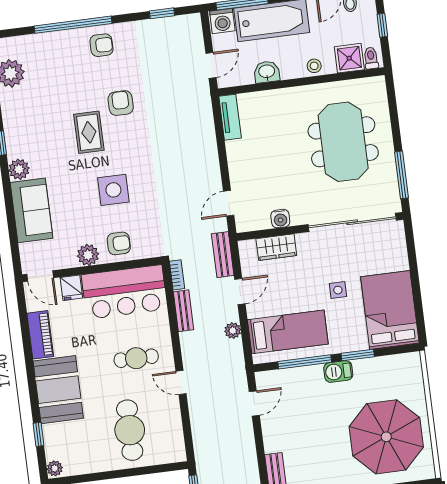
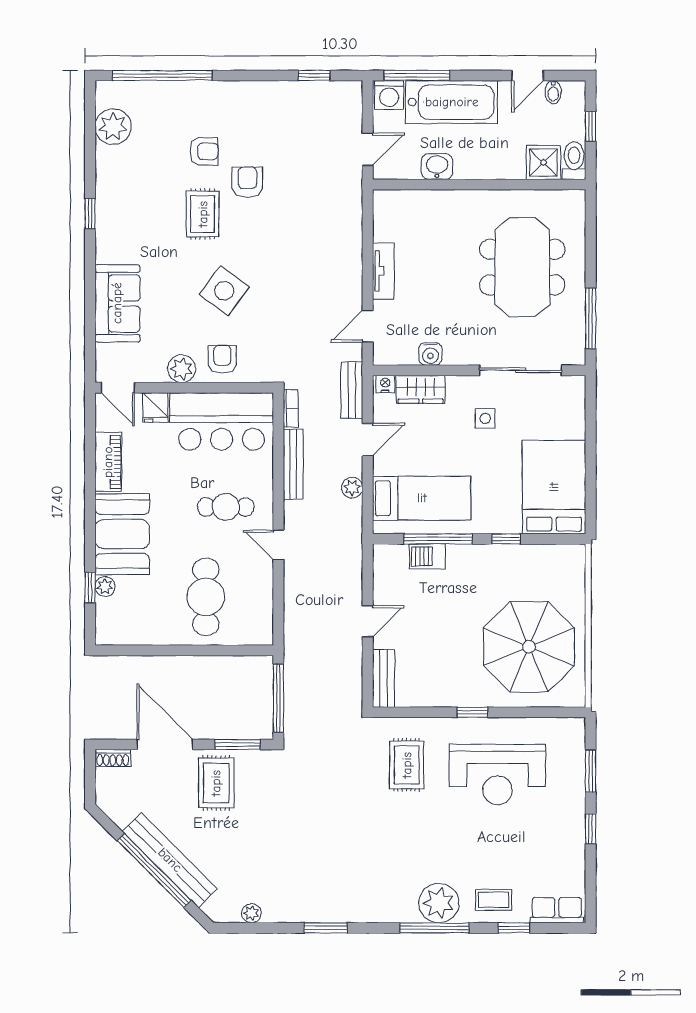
window: (73, 25) -> (162, 75), moved
armchair: (101, 45) -> (204, 151), moved
toilet: (371, 58) -> (574, 161), width x1.37, depth x1.39
stool: (314, 66) -> (498, 166), removed
tv unit: (230, 117) -> (383, 271), moved
plant: (19, 169) -> (108, 249), removed
side table: (113, 190) -> (224, 291), turned 36
sliding door: (352, 222) -> (521, 370), width x0.73
armchair: (119, 243) -> (222, 359), turned -90
nightstand: (248, 246) -> (385, 384), added
side table: (338, 290) -> (485, 418), moved
bench: (184, 311) -> (293, 464), width x1.36
window: (358, 355) -> (506, 539), width x0.67
barbecue: (338, 371) -> (427, 556), moved
door: (254, 403) -> (368, 621), moved
plant: (55, 468) -> (105, 587), moved

